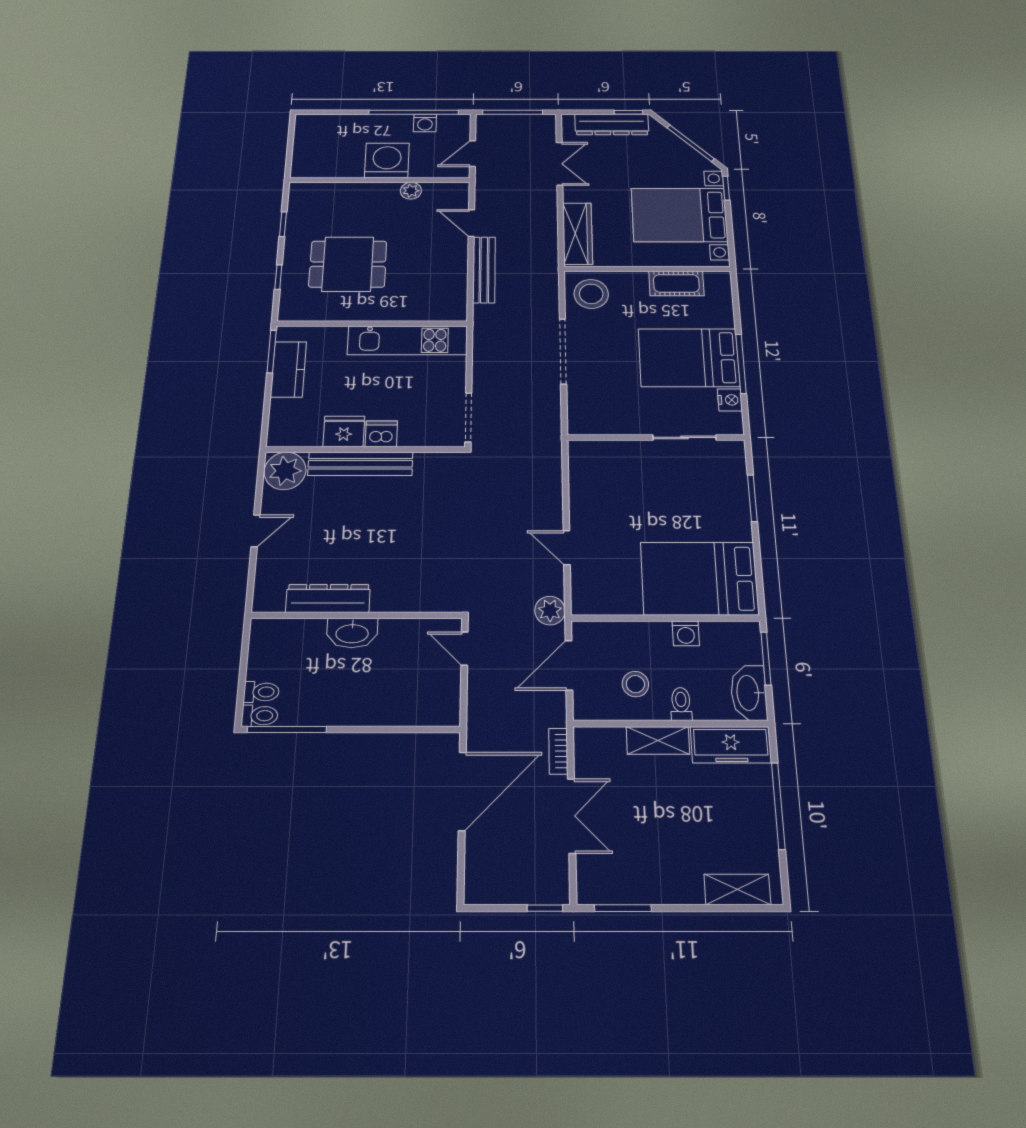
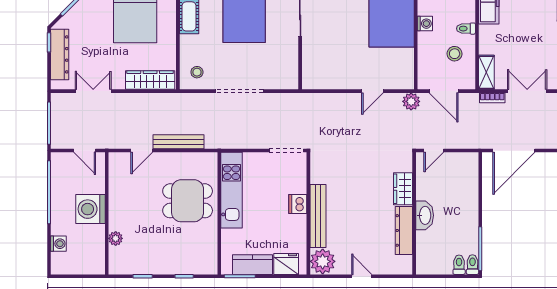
washing machine: (425, 123) -> (58, 244), moved
plant: (411, 191) -> (116, 238), moved
dining table: (348, 264) -> (188, 201), moved, turned 90
stool: (591, 294) -> (197, 72), width x0.53, depth x0.53
fridge: (344, 432) -> (286, 264), moved, turned 90
wardrobe: (400, 597) -> (403, 189), added
shelving: (658, 740) -> (486, 72), moved
door: (462, 791) -> (514, 151), swing flipped

